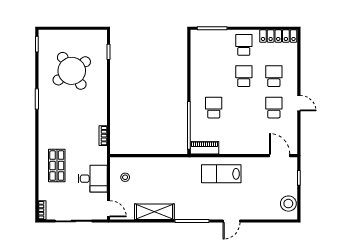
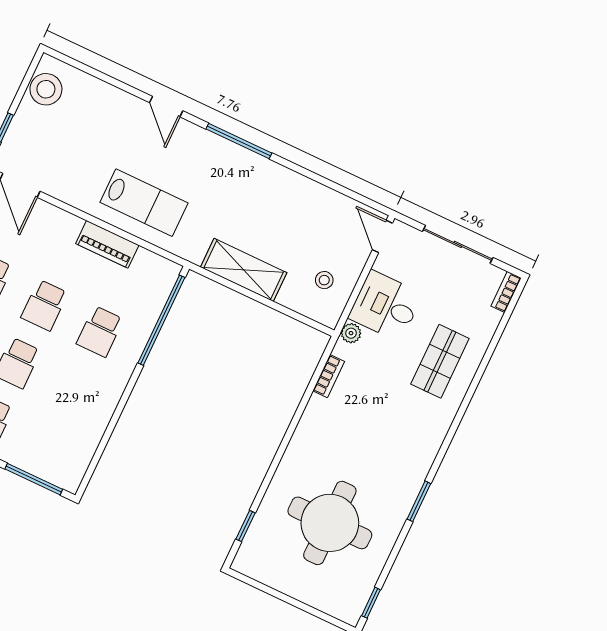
round table: (72, 71) -> (330, 523), turned 34
school desk: (244, 108) -> (44, 305), added
piano: (204, 148) -> (107, 244), moved
plant: (102, 159) -> (351, 333), added
shelving: (154, 212) -> (244, 270), moved
door: (231, 221) -> (166, 107), swing flipped

